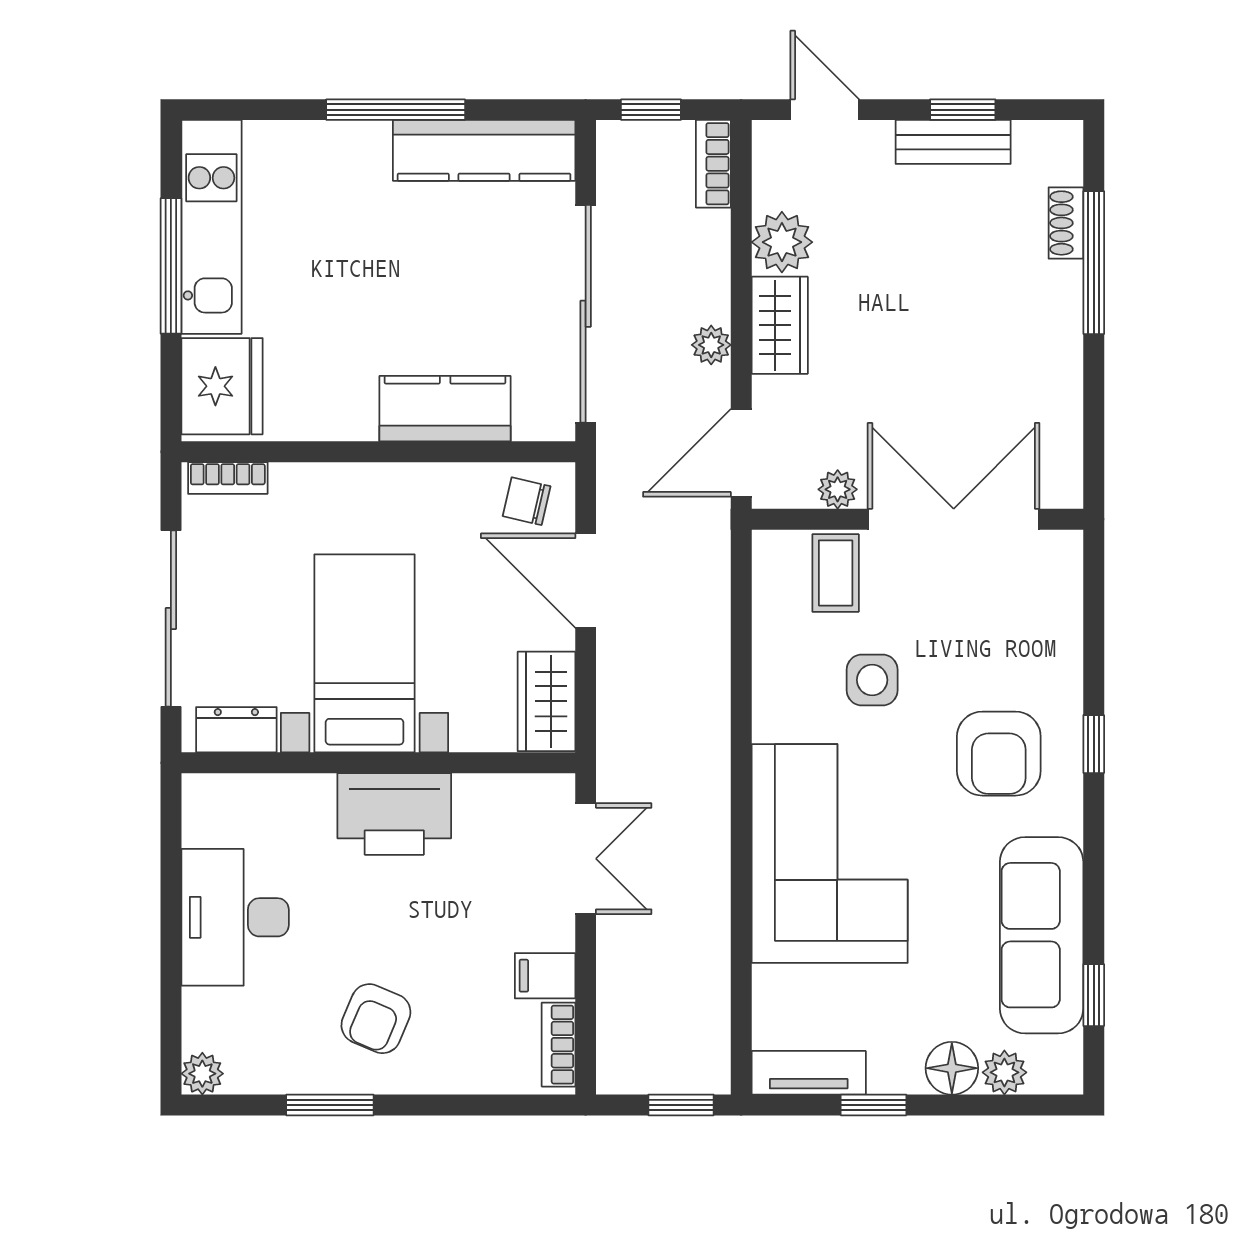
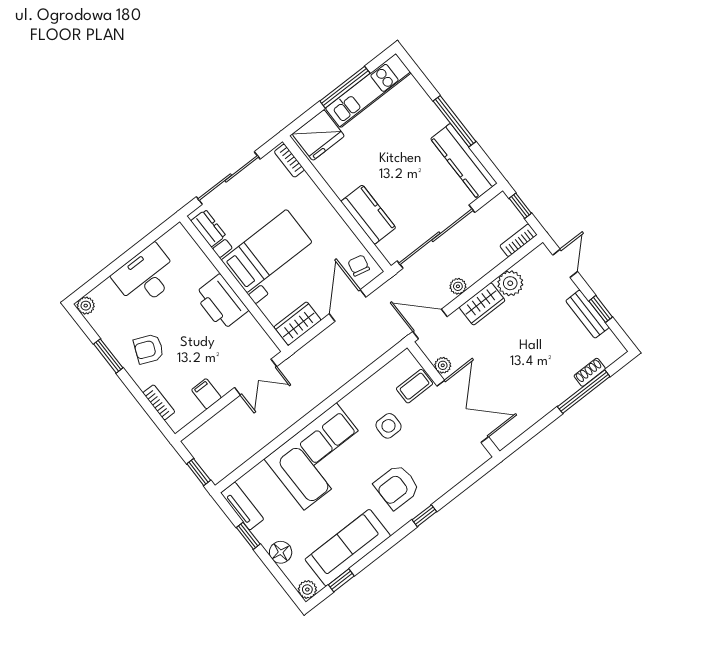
bookcase: (558, 1045) -> (159, 402), moved, turned 90
plant: (1004, 1072) -> (307, 590), moved

